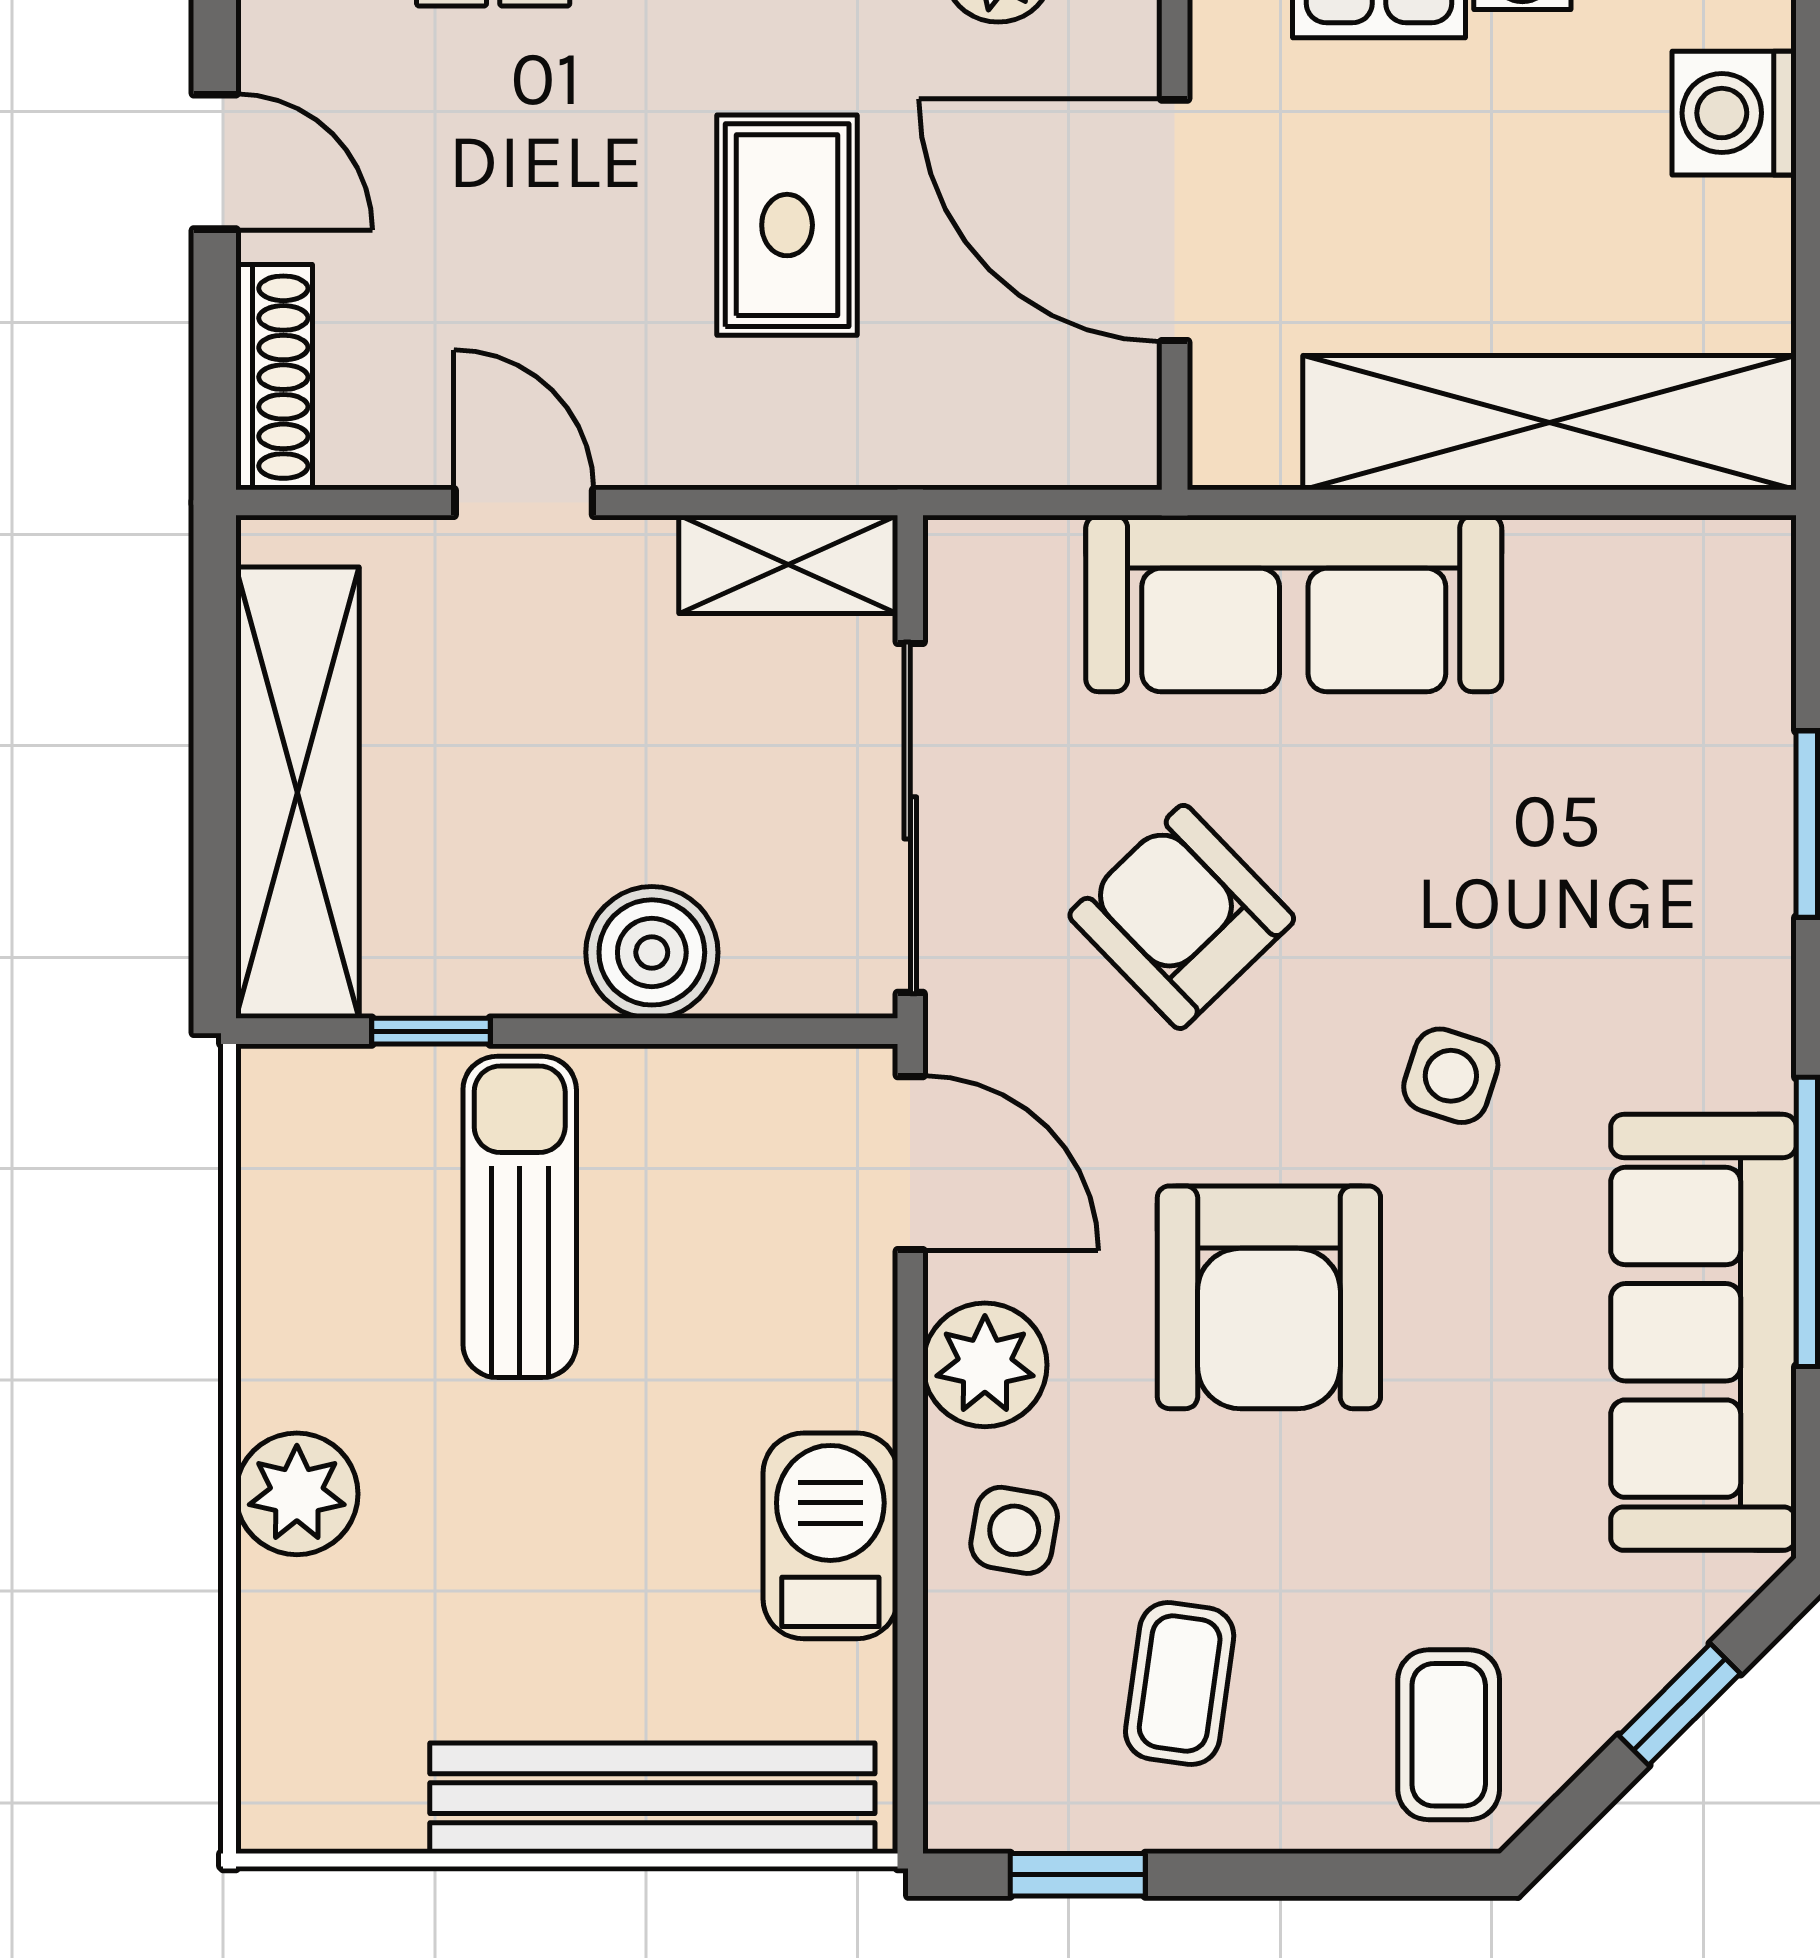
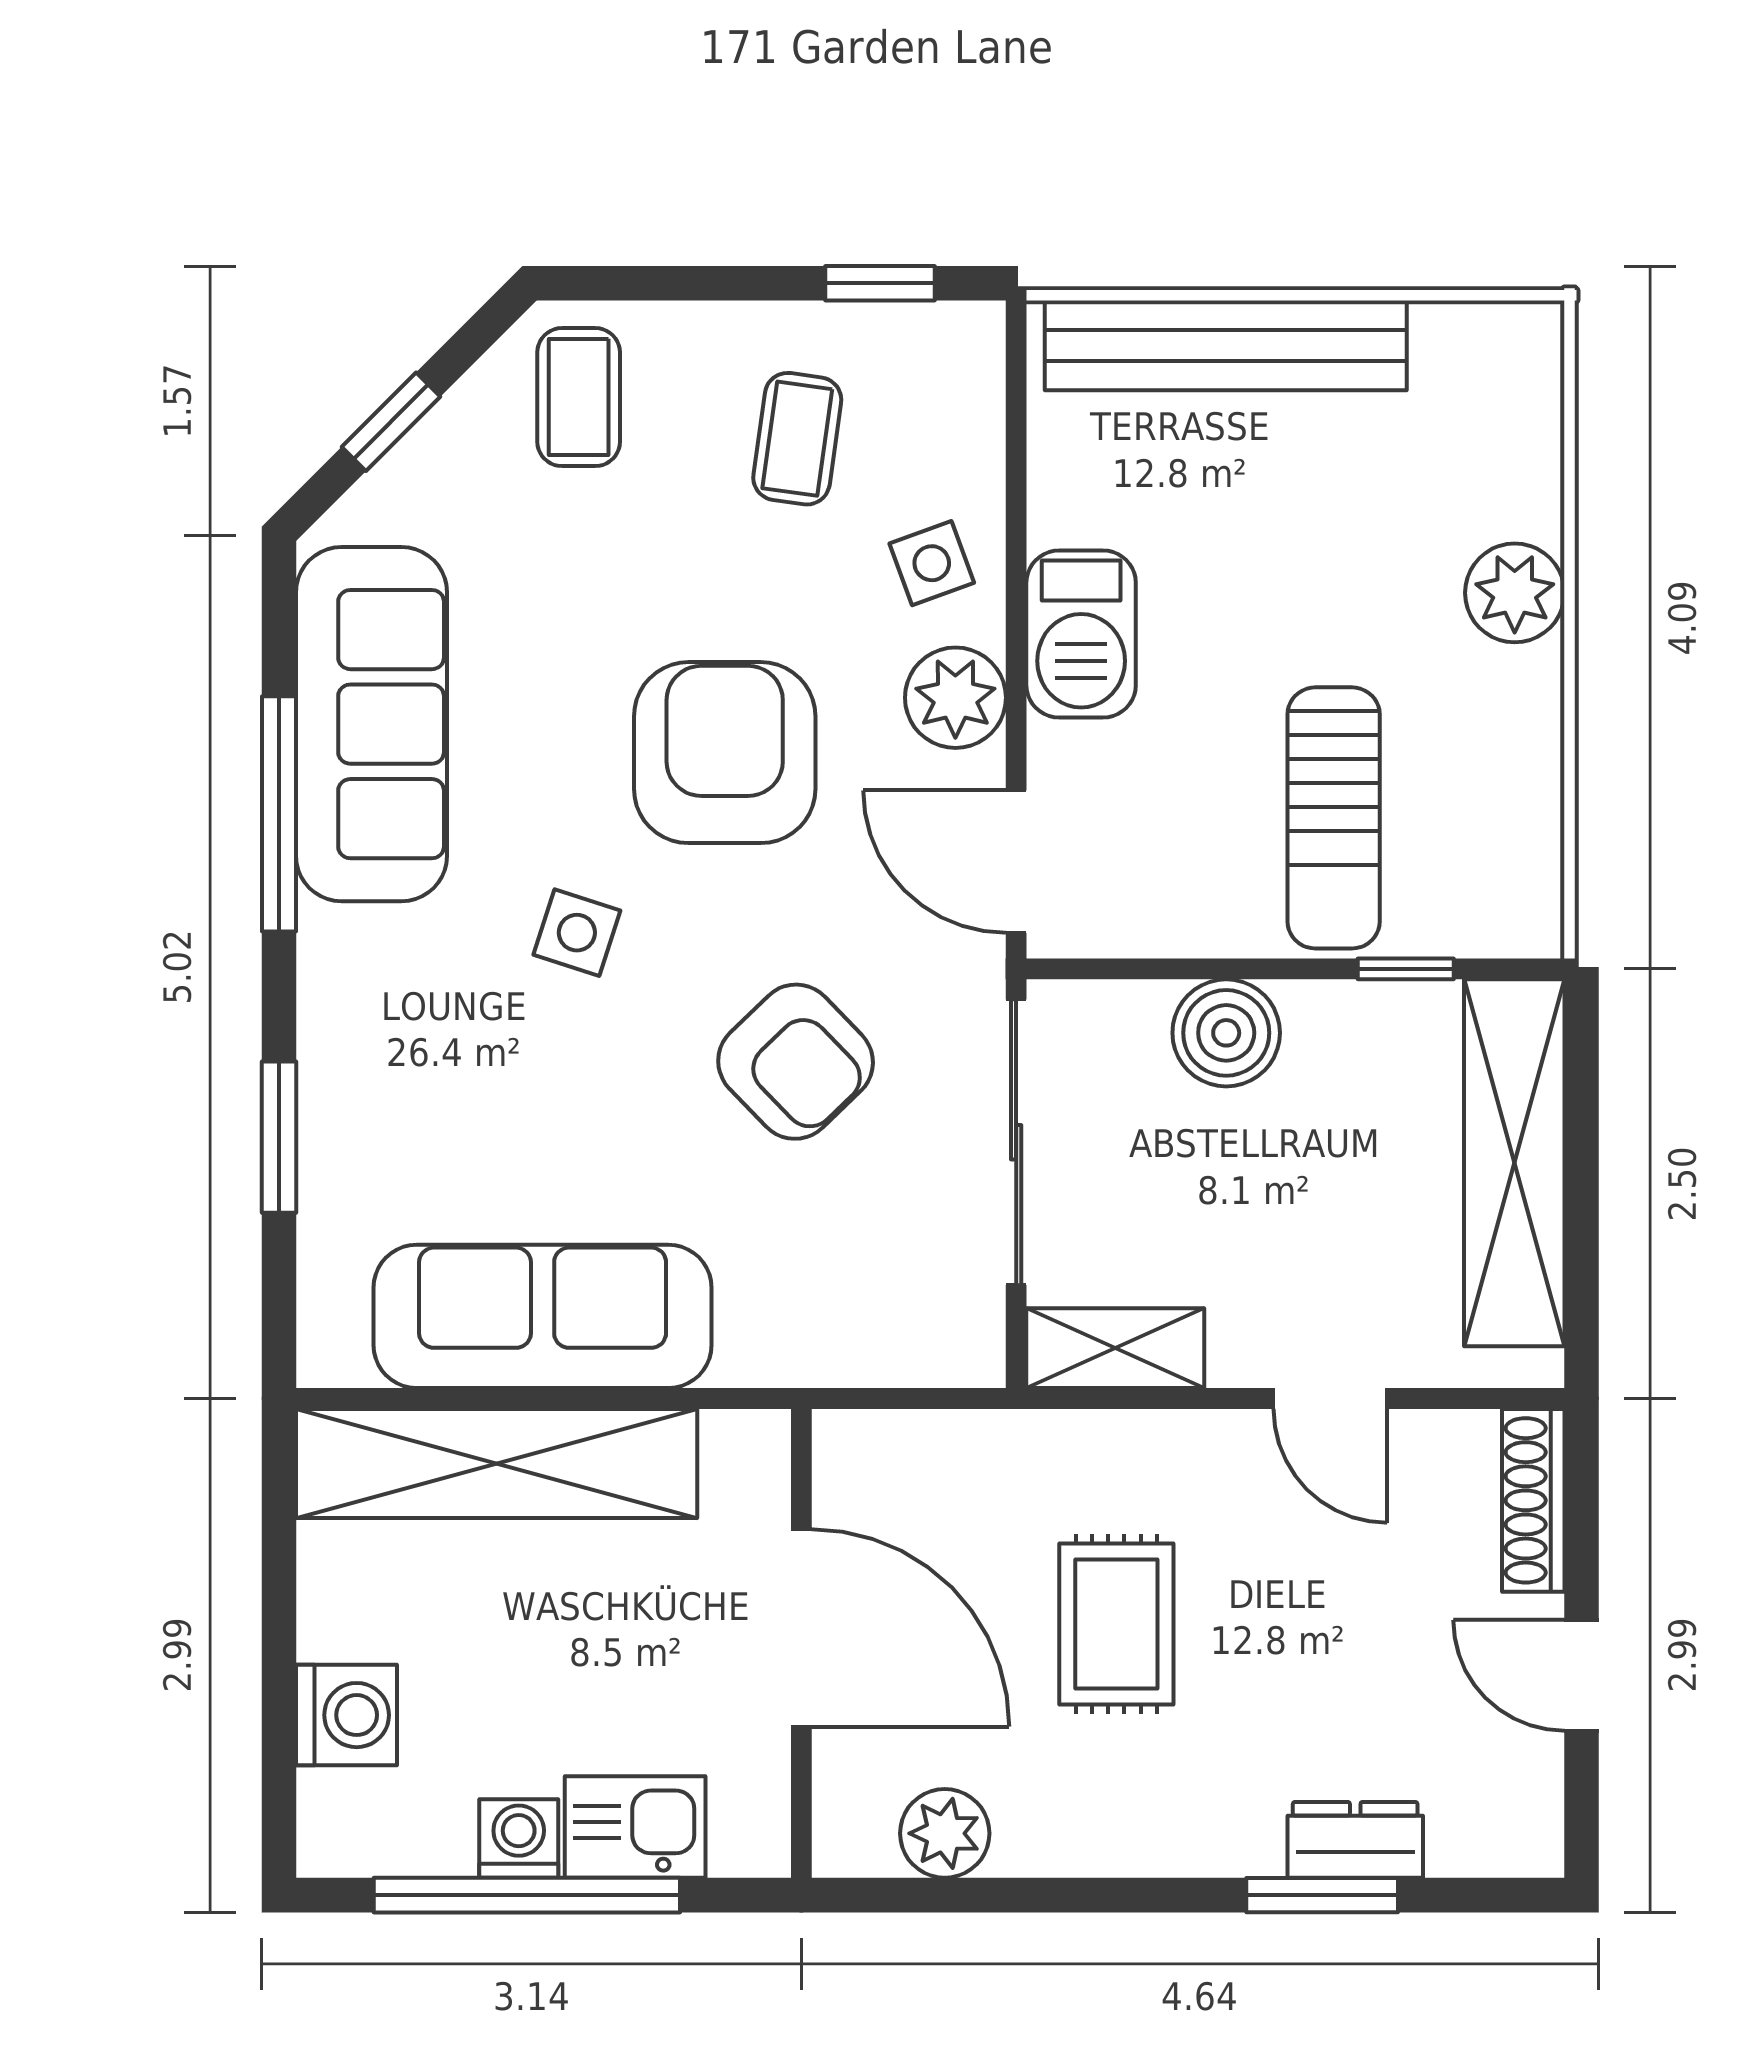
sofa: (1294, 604) -> (543, 1316), moved
side table: (1014, 1530) -> (932, 563), turned -30
barbecue: (830, 1536) -> (1081, 634), moved

